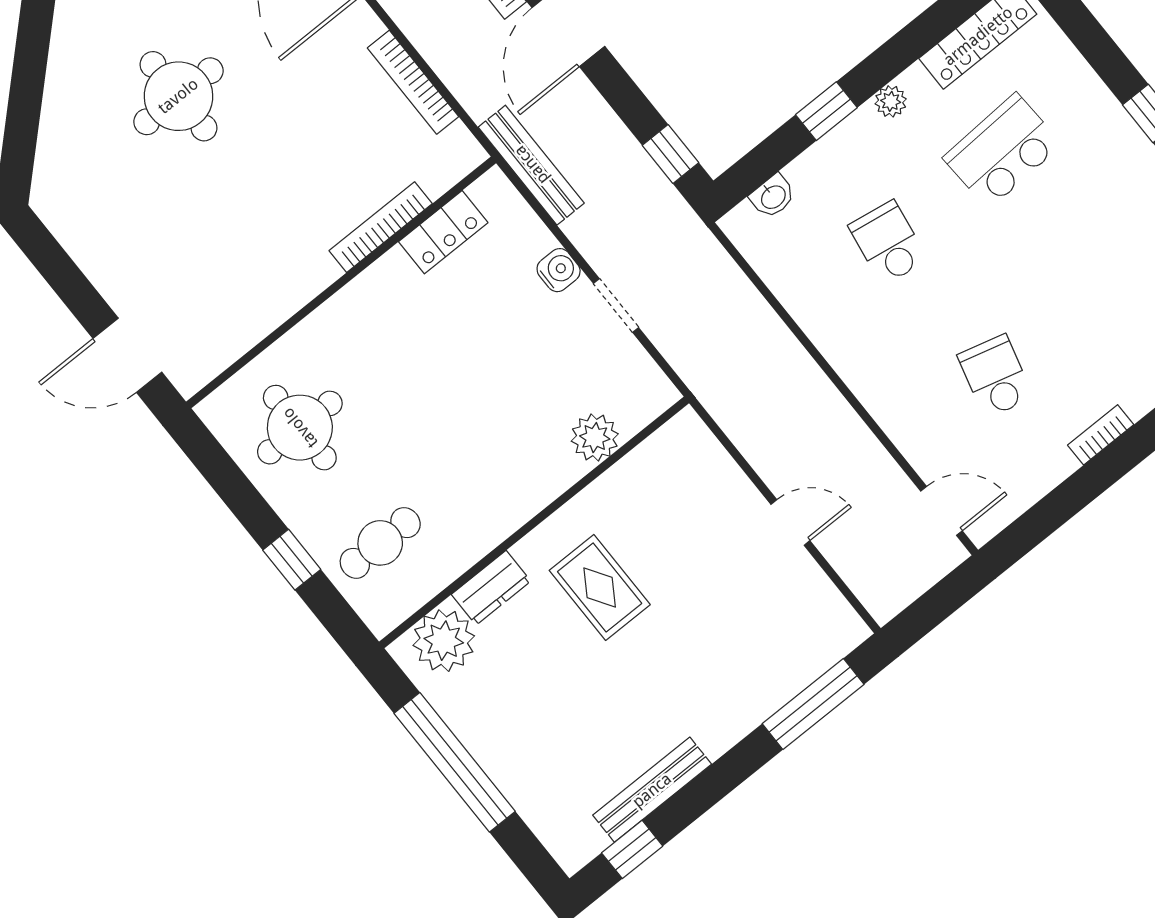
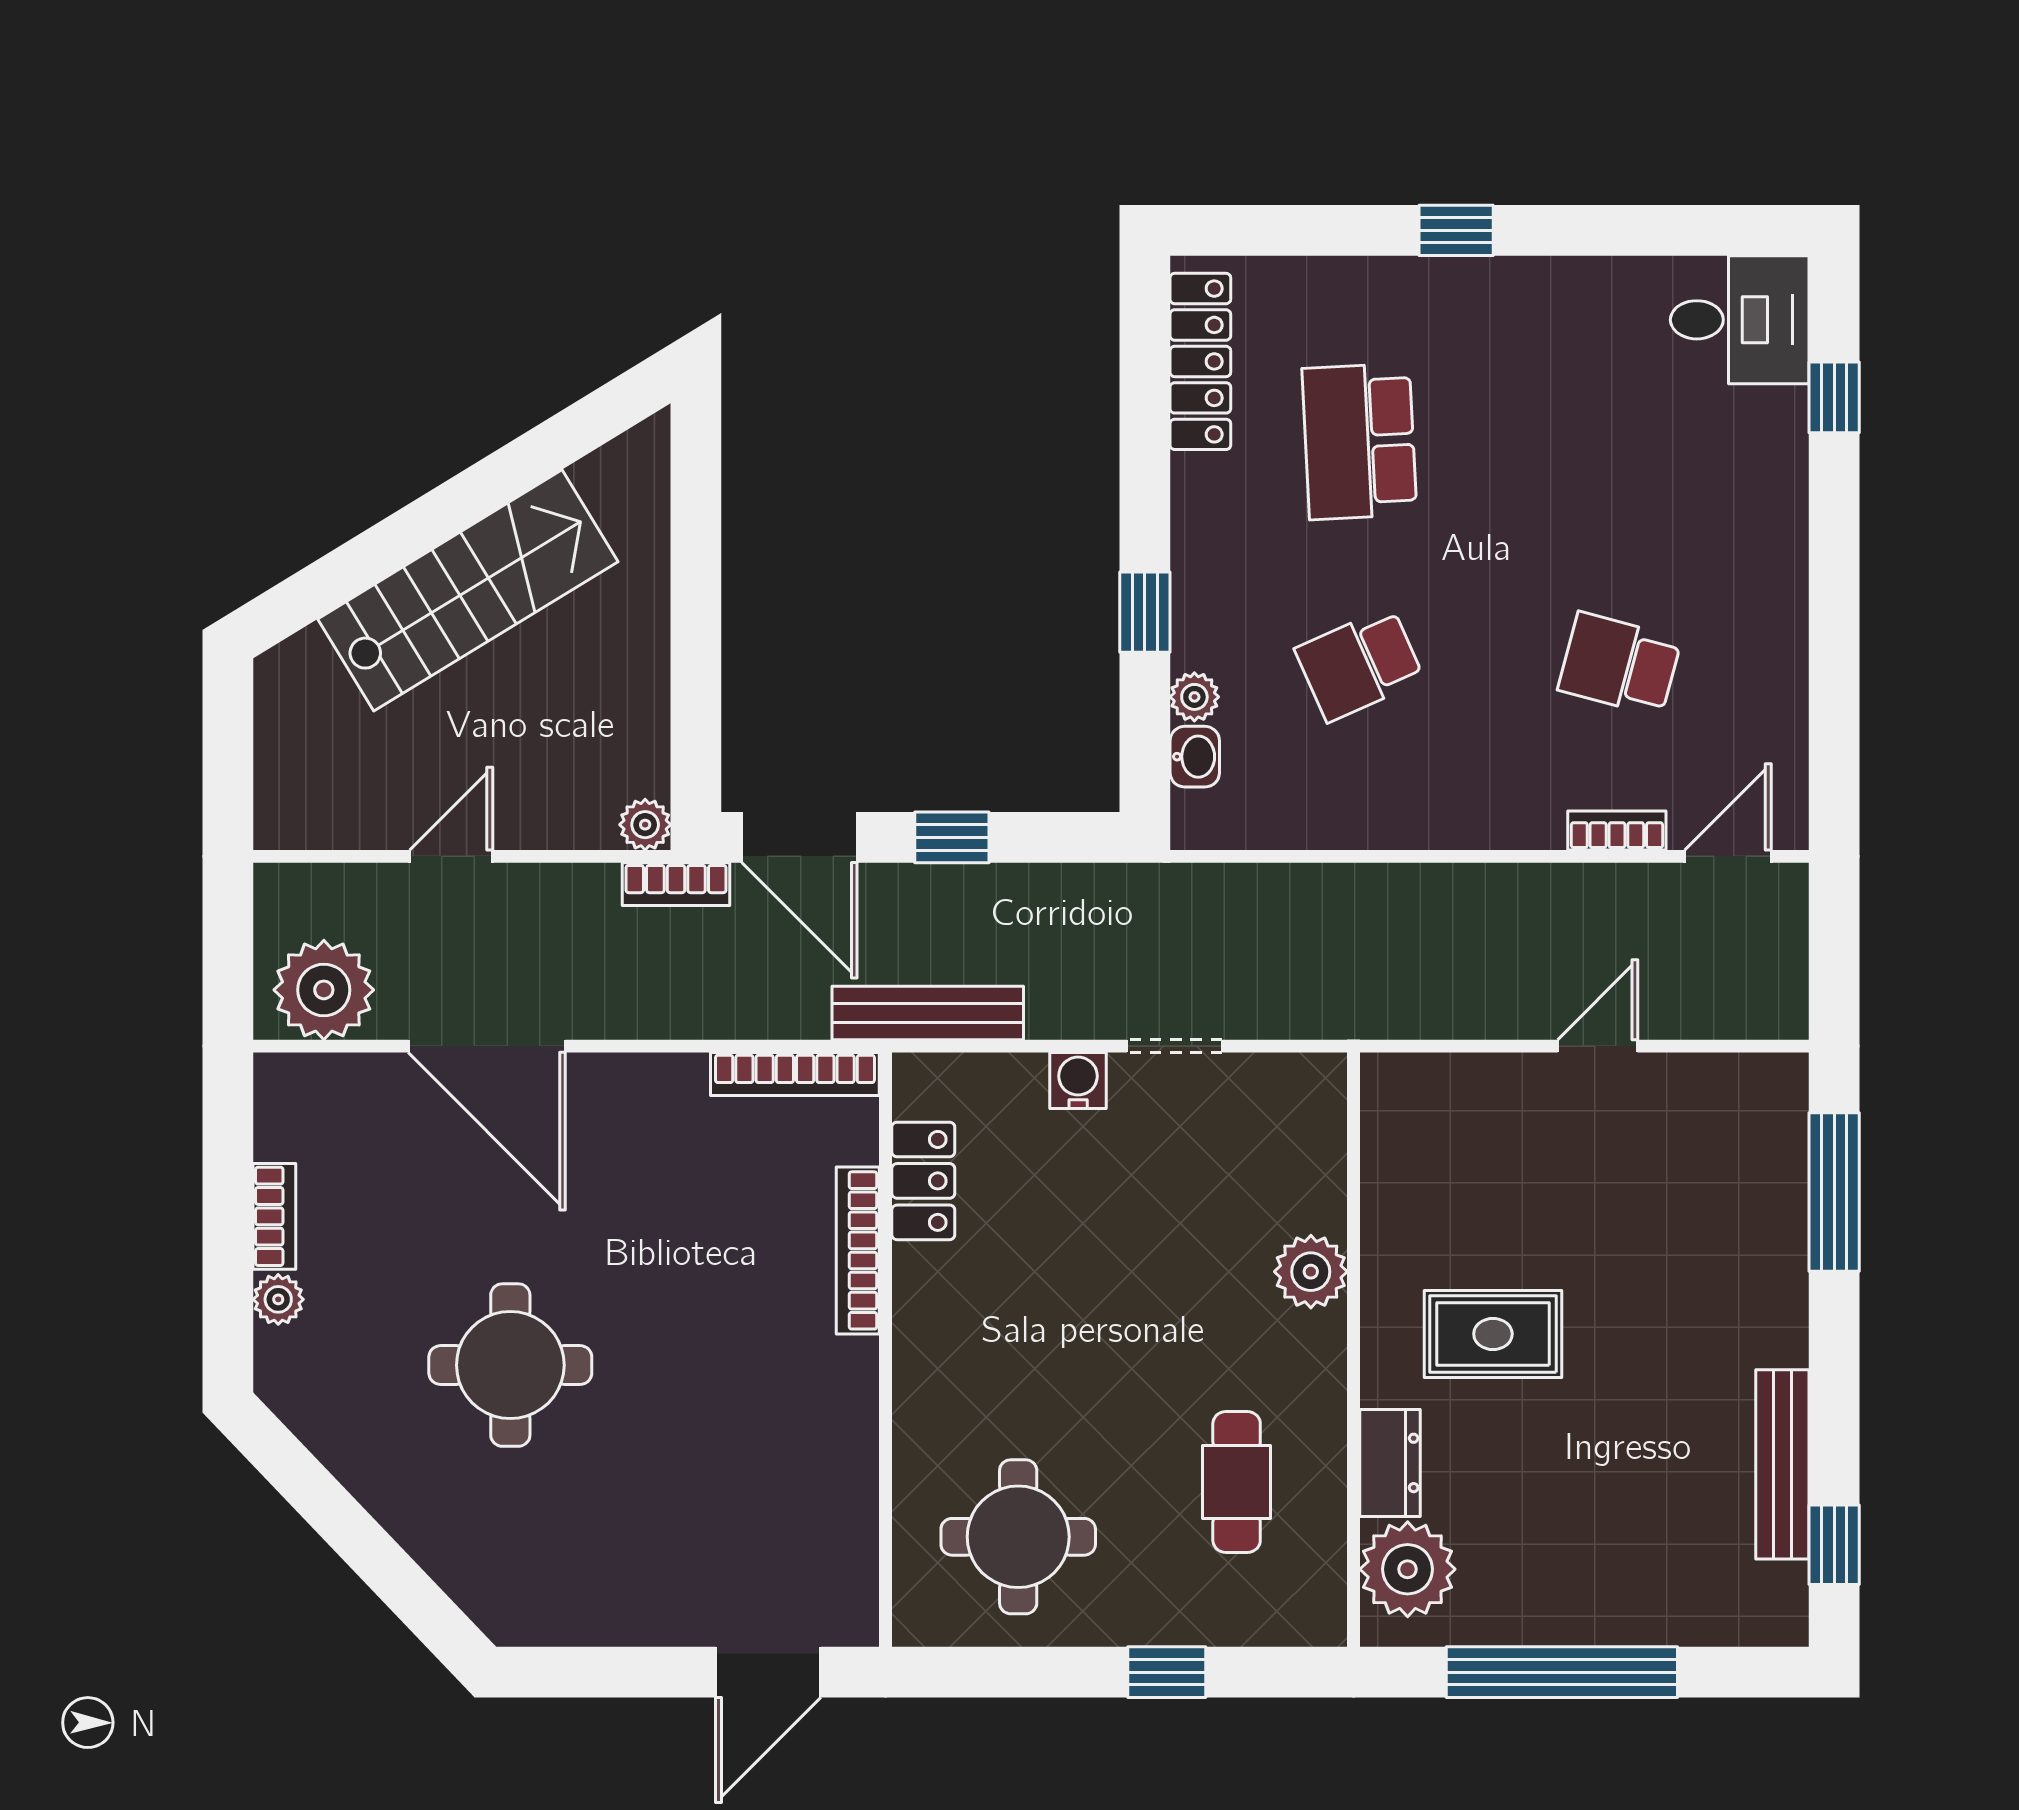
bookcase: (413, 82) -> (795, 1074), moved
plant: (891, 101) -> (1194, 697), moved
window: (670, 154) -> (952, 837), moved
school desk: (888, 243) -> (1359, 664), turned -33
bookcase: (1101, 435) -> (1617, 830), moved, turned 90
plant: (595, 438) -> (1311, 1272), moved
cafe table: (380, 543) -> (1237, 1482), moved

